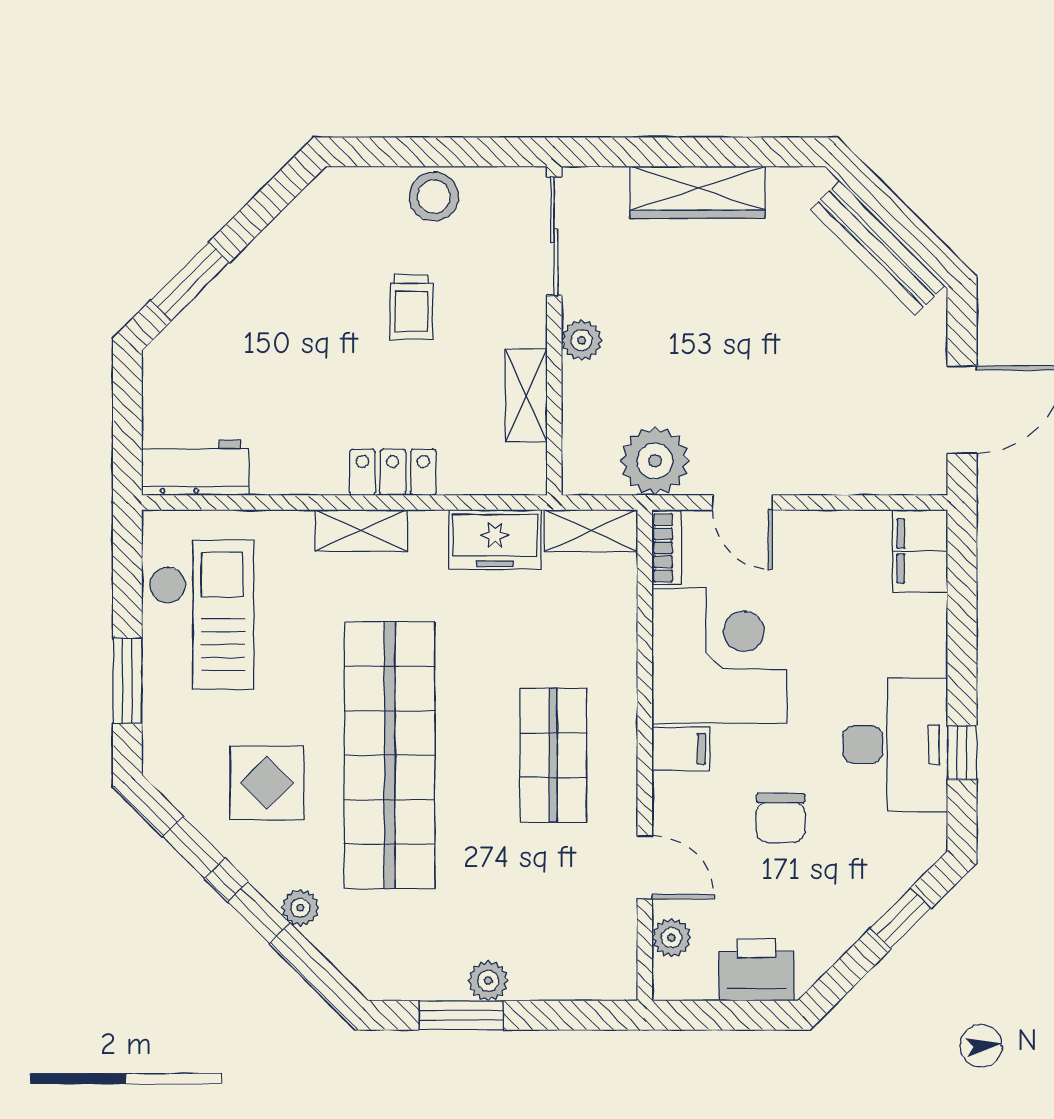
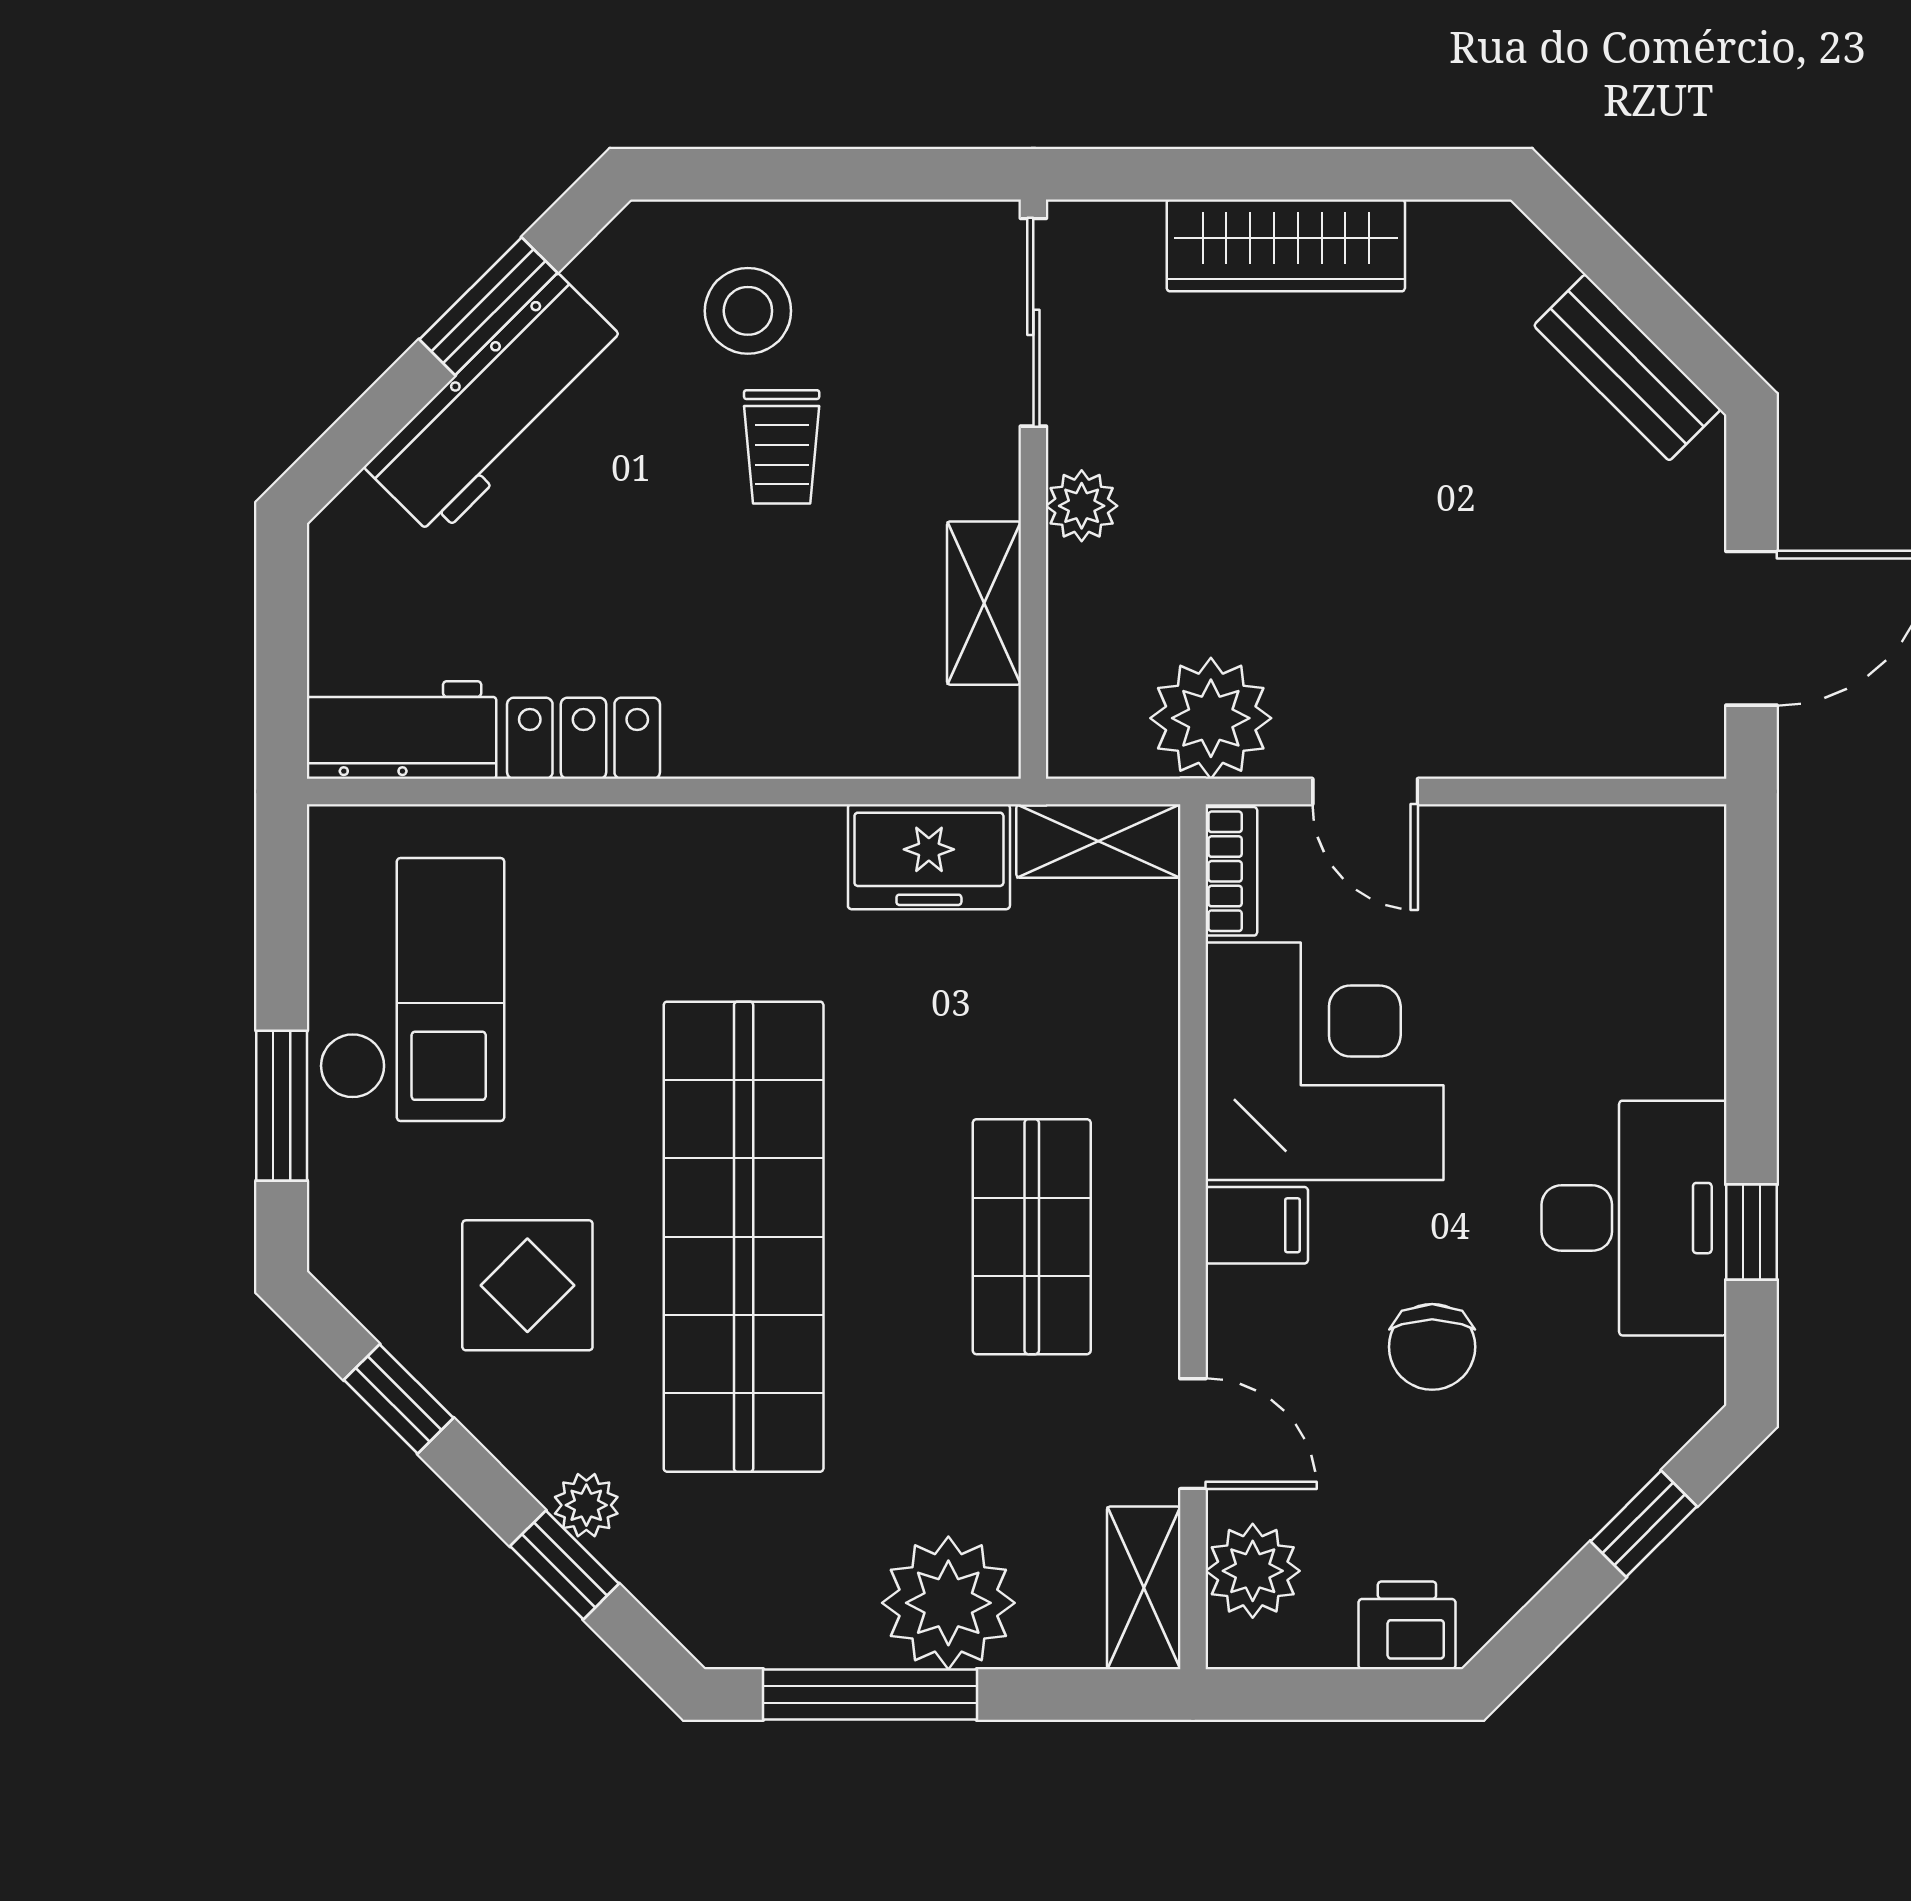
stool: (434, 197) -> (748, 311), moved
bench: (877, 248) -> (1627, 367), width x0.73
window: (190, 282) -> (488, 306), moved
workbench: (250, 284) -> (497, 406), added
locker: (393, 472) -> (583, 738), moved
shelving: (361, 530) -> (1144, 1588), moved, turned 90
filing cabinet: (920, 551) -> (1678, 877), removed
window: (259, 912) -> (565, 1565), moved
plant: (671, 938) -> (1253, 1571), width x1.38, depth x1.38
printer: (756, 970) -> (1407, 1625), width x0.73, depth x0.81
plant: (488, 981) -> (948, 1603), width x1.87, depth x1.87
window: (461, 1015) -> (870, 1694), width x1.44

